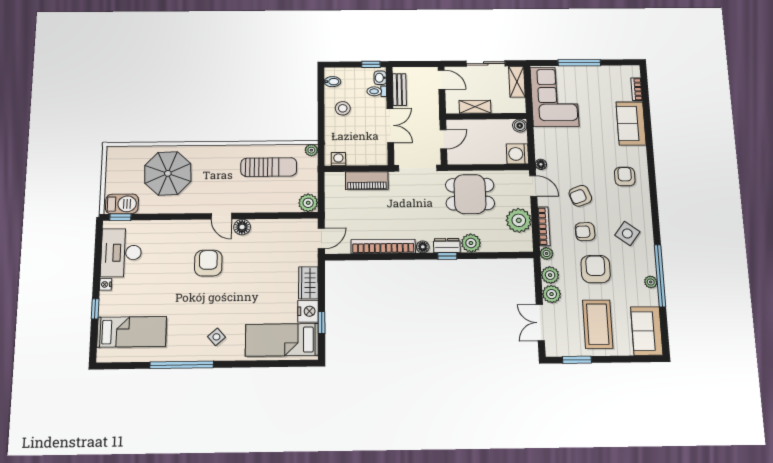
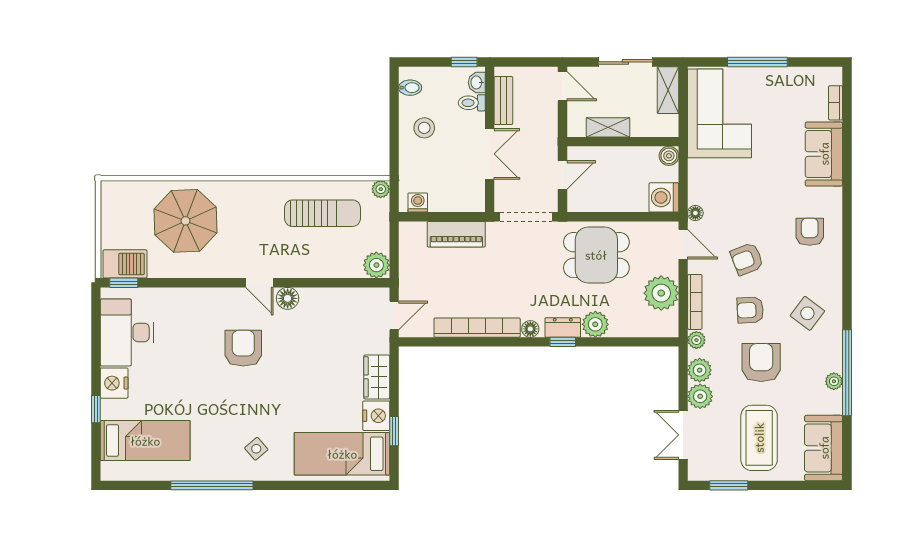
nightstand: (106, 284) -> (114, 383), width x1.89, depth x1.79

